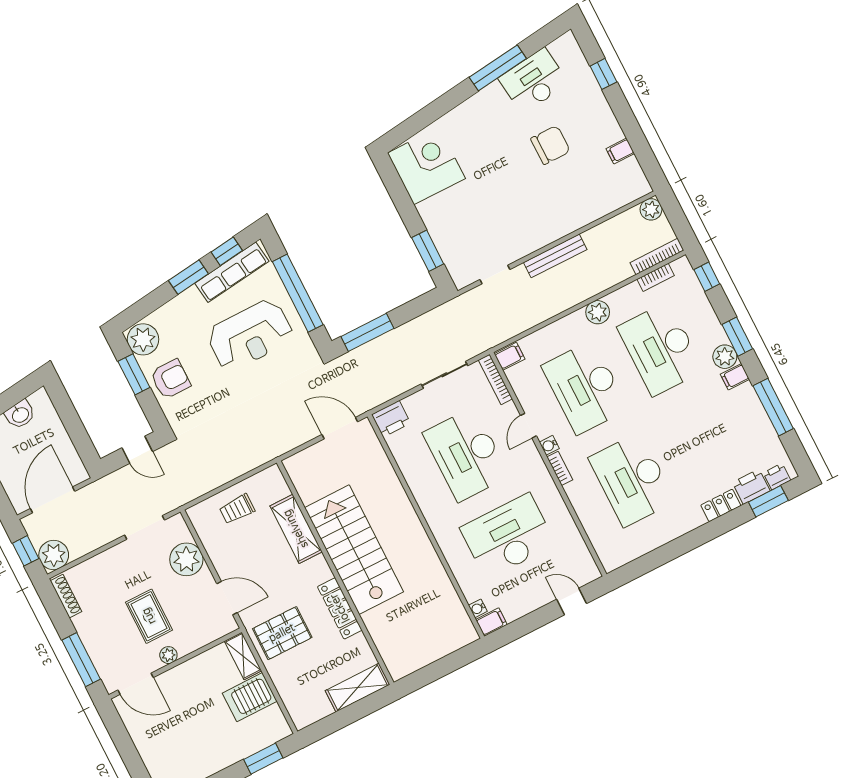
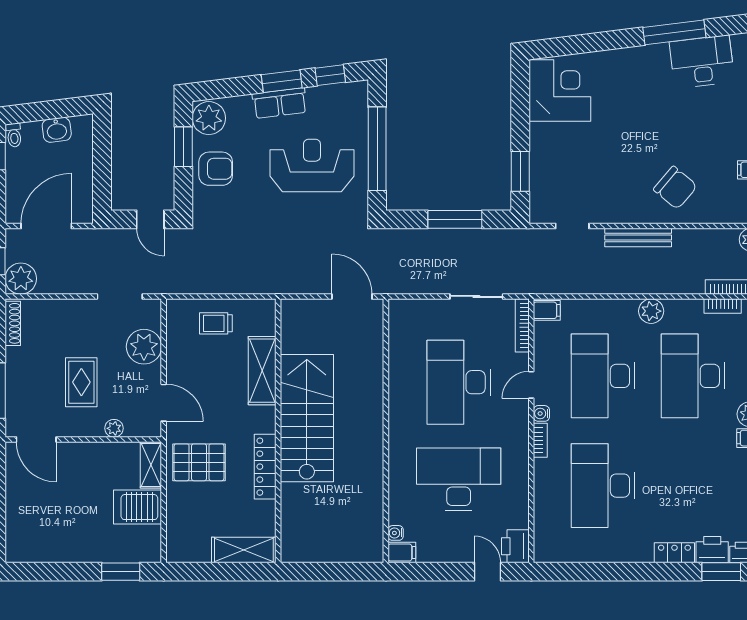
chair: (550, 145) -> (675, 188), moved, turned 40
row of seats: (232, 272) -> (280, 103), moved, width x0.68
window: (367, 332) -> (455, 219), moved
reception desk: (250, 335) -> (312, 165), turned 180
printer: (391, 419) -> (515, 546), moved, turned 90
plant: (168, 655) -> (114, 428), moved

